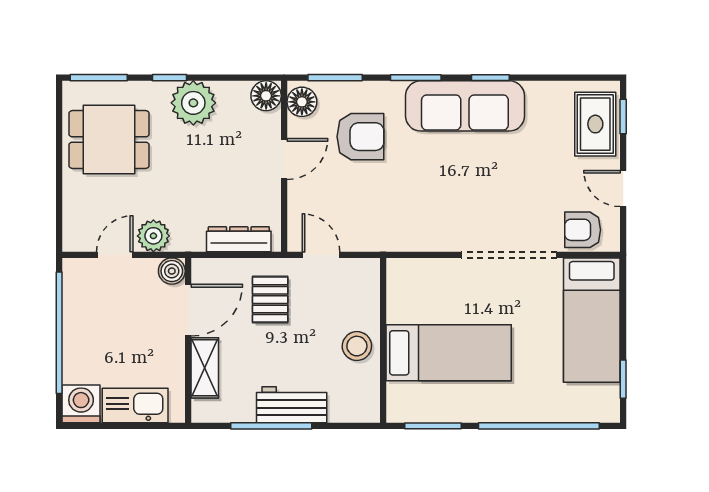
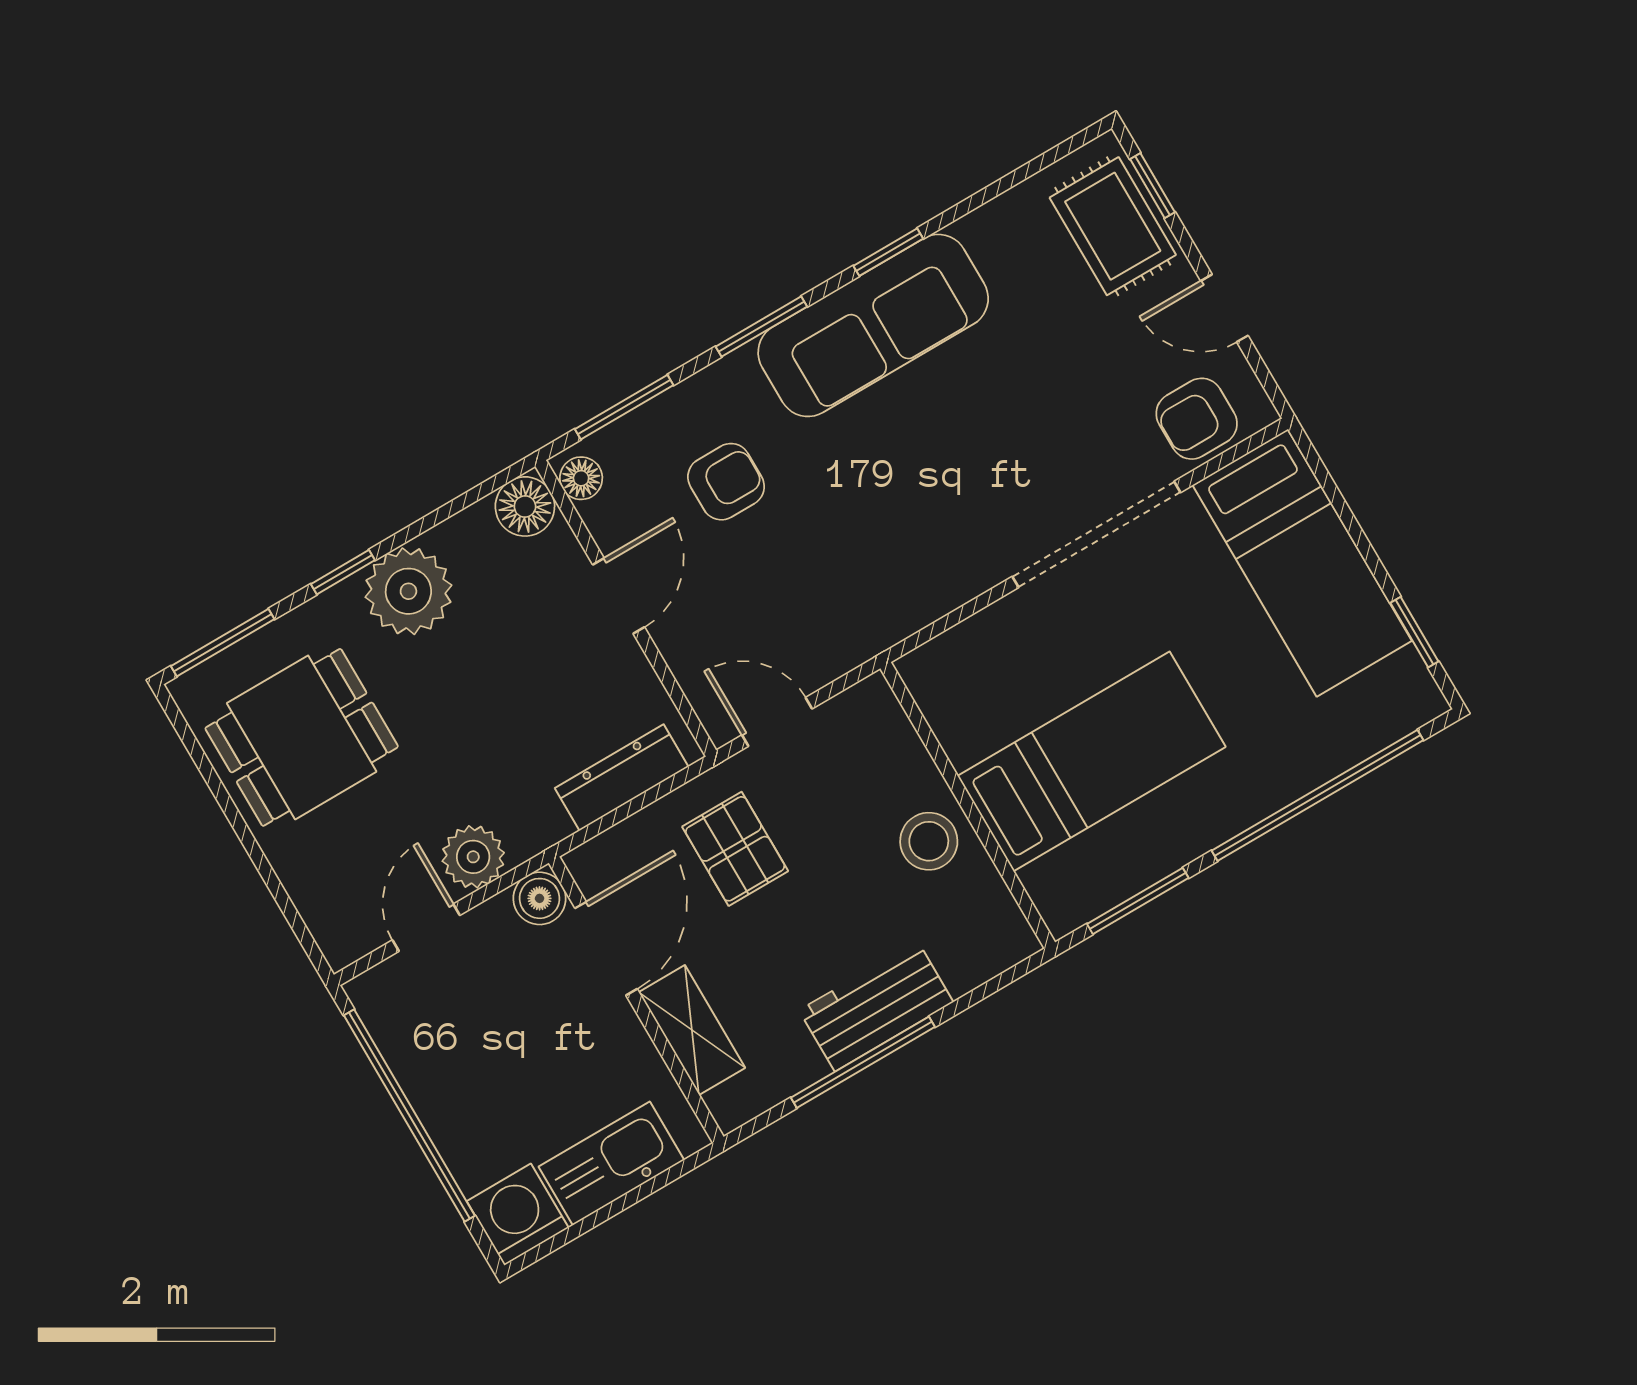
floor lamp: (302, 102) -> (581, 478), width x0.73, depth x0.73
armchair: (360, 137) -> (726, 482), width x0.72, depth x0.72

